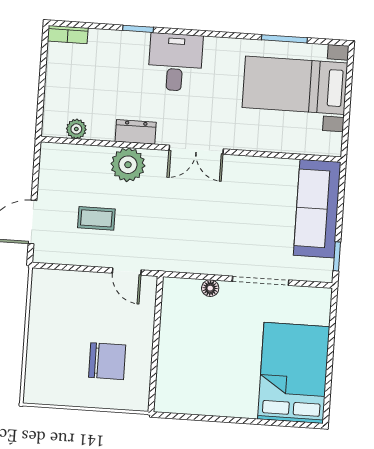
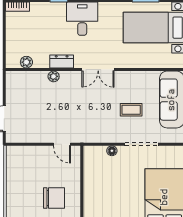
plant: (128, 165) -> (54, 76), width x0.53, depth x0.53
coffee table: (96, 218) -> (131, 110), moved

